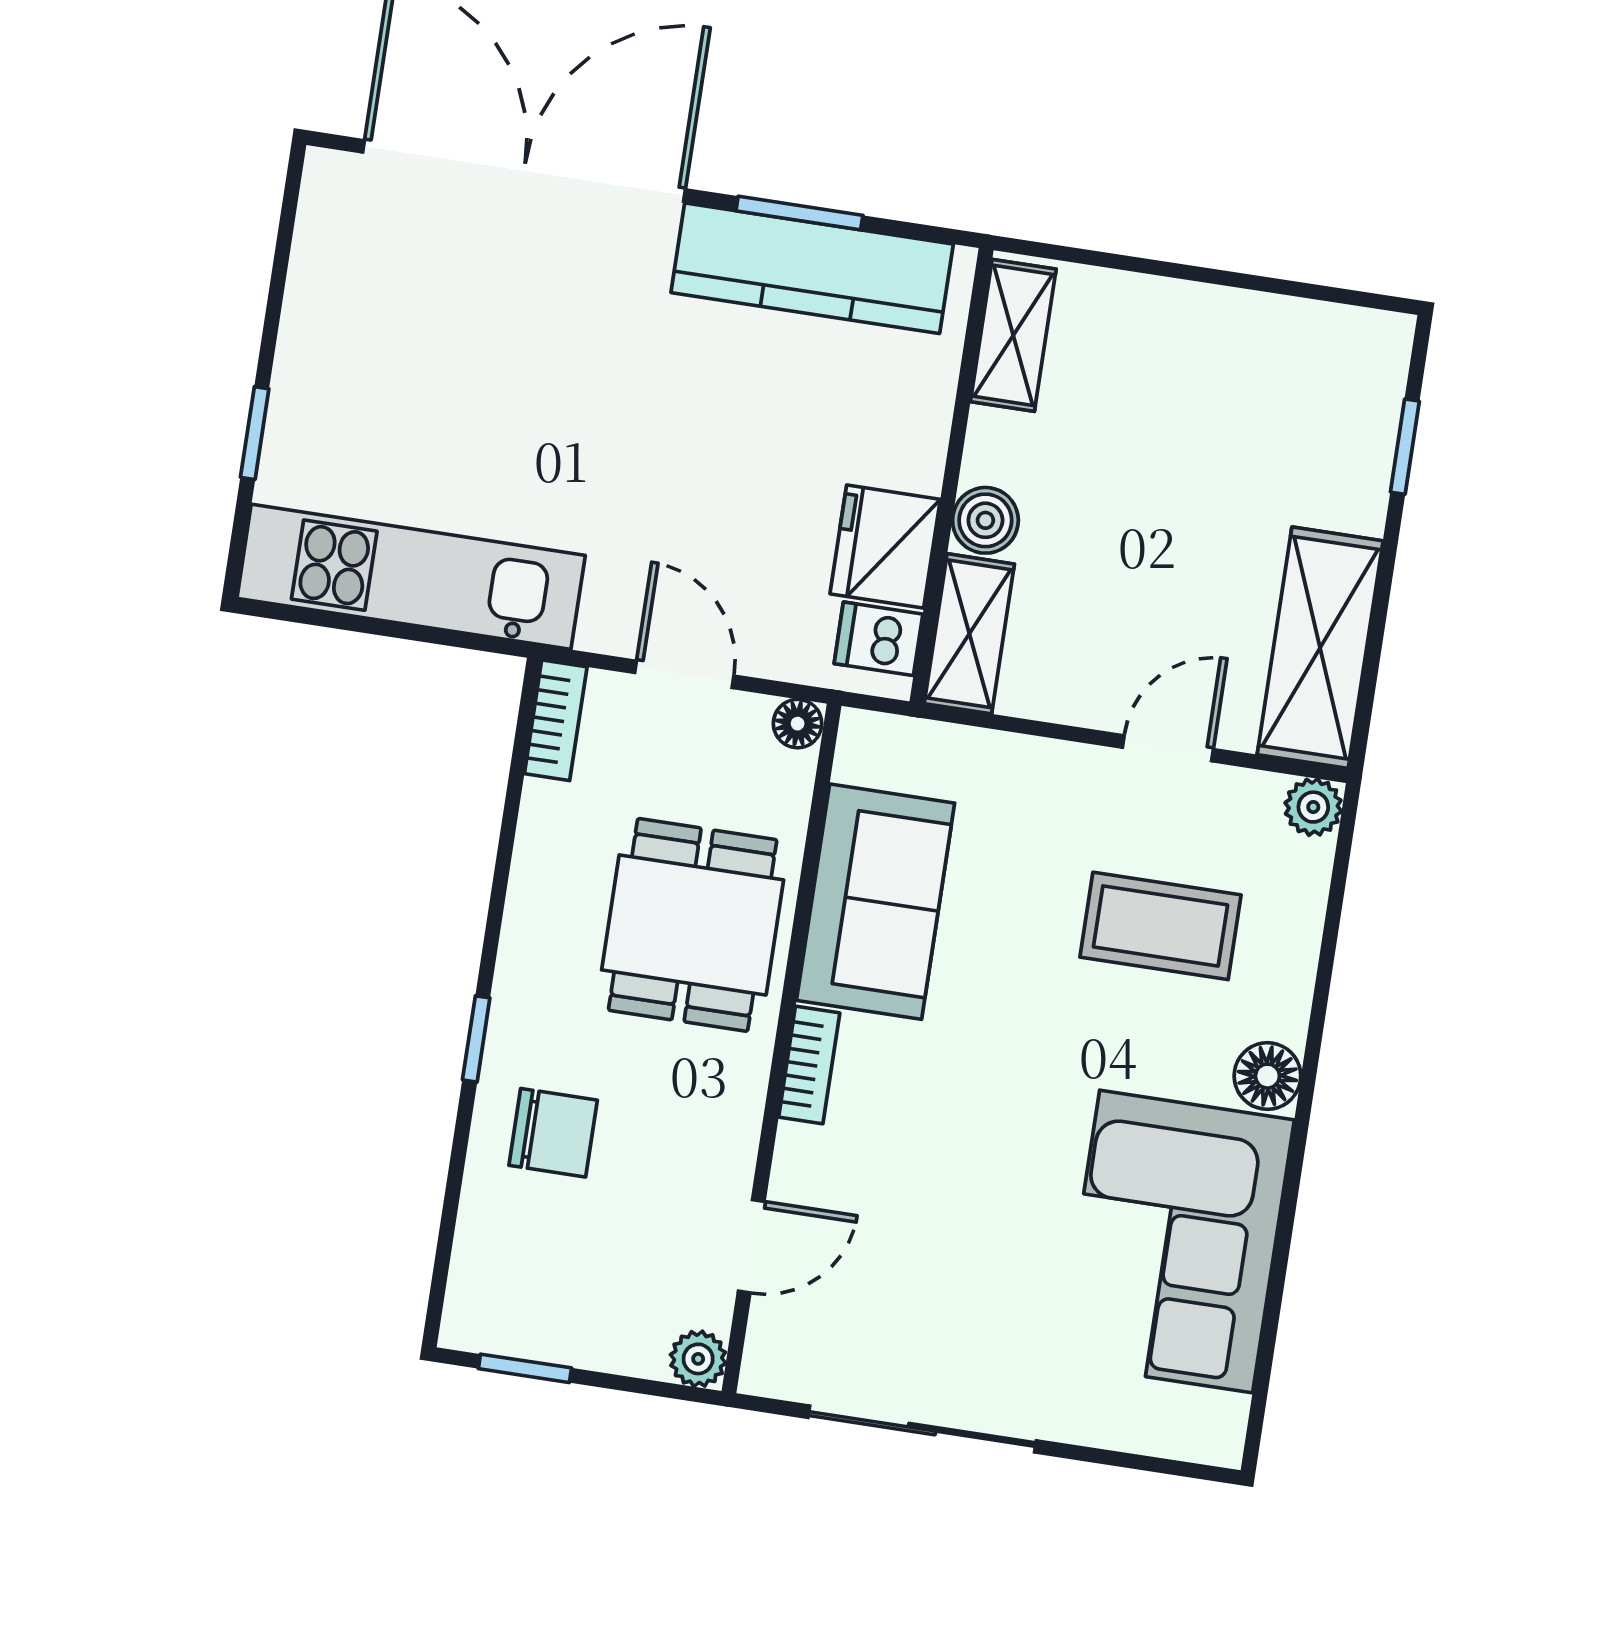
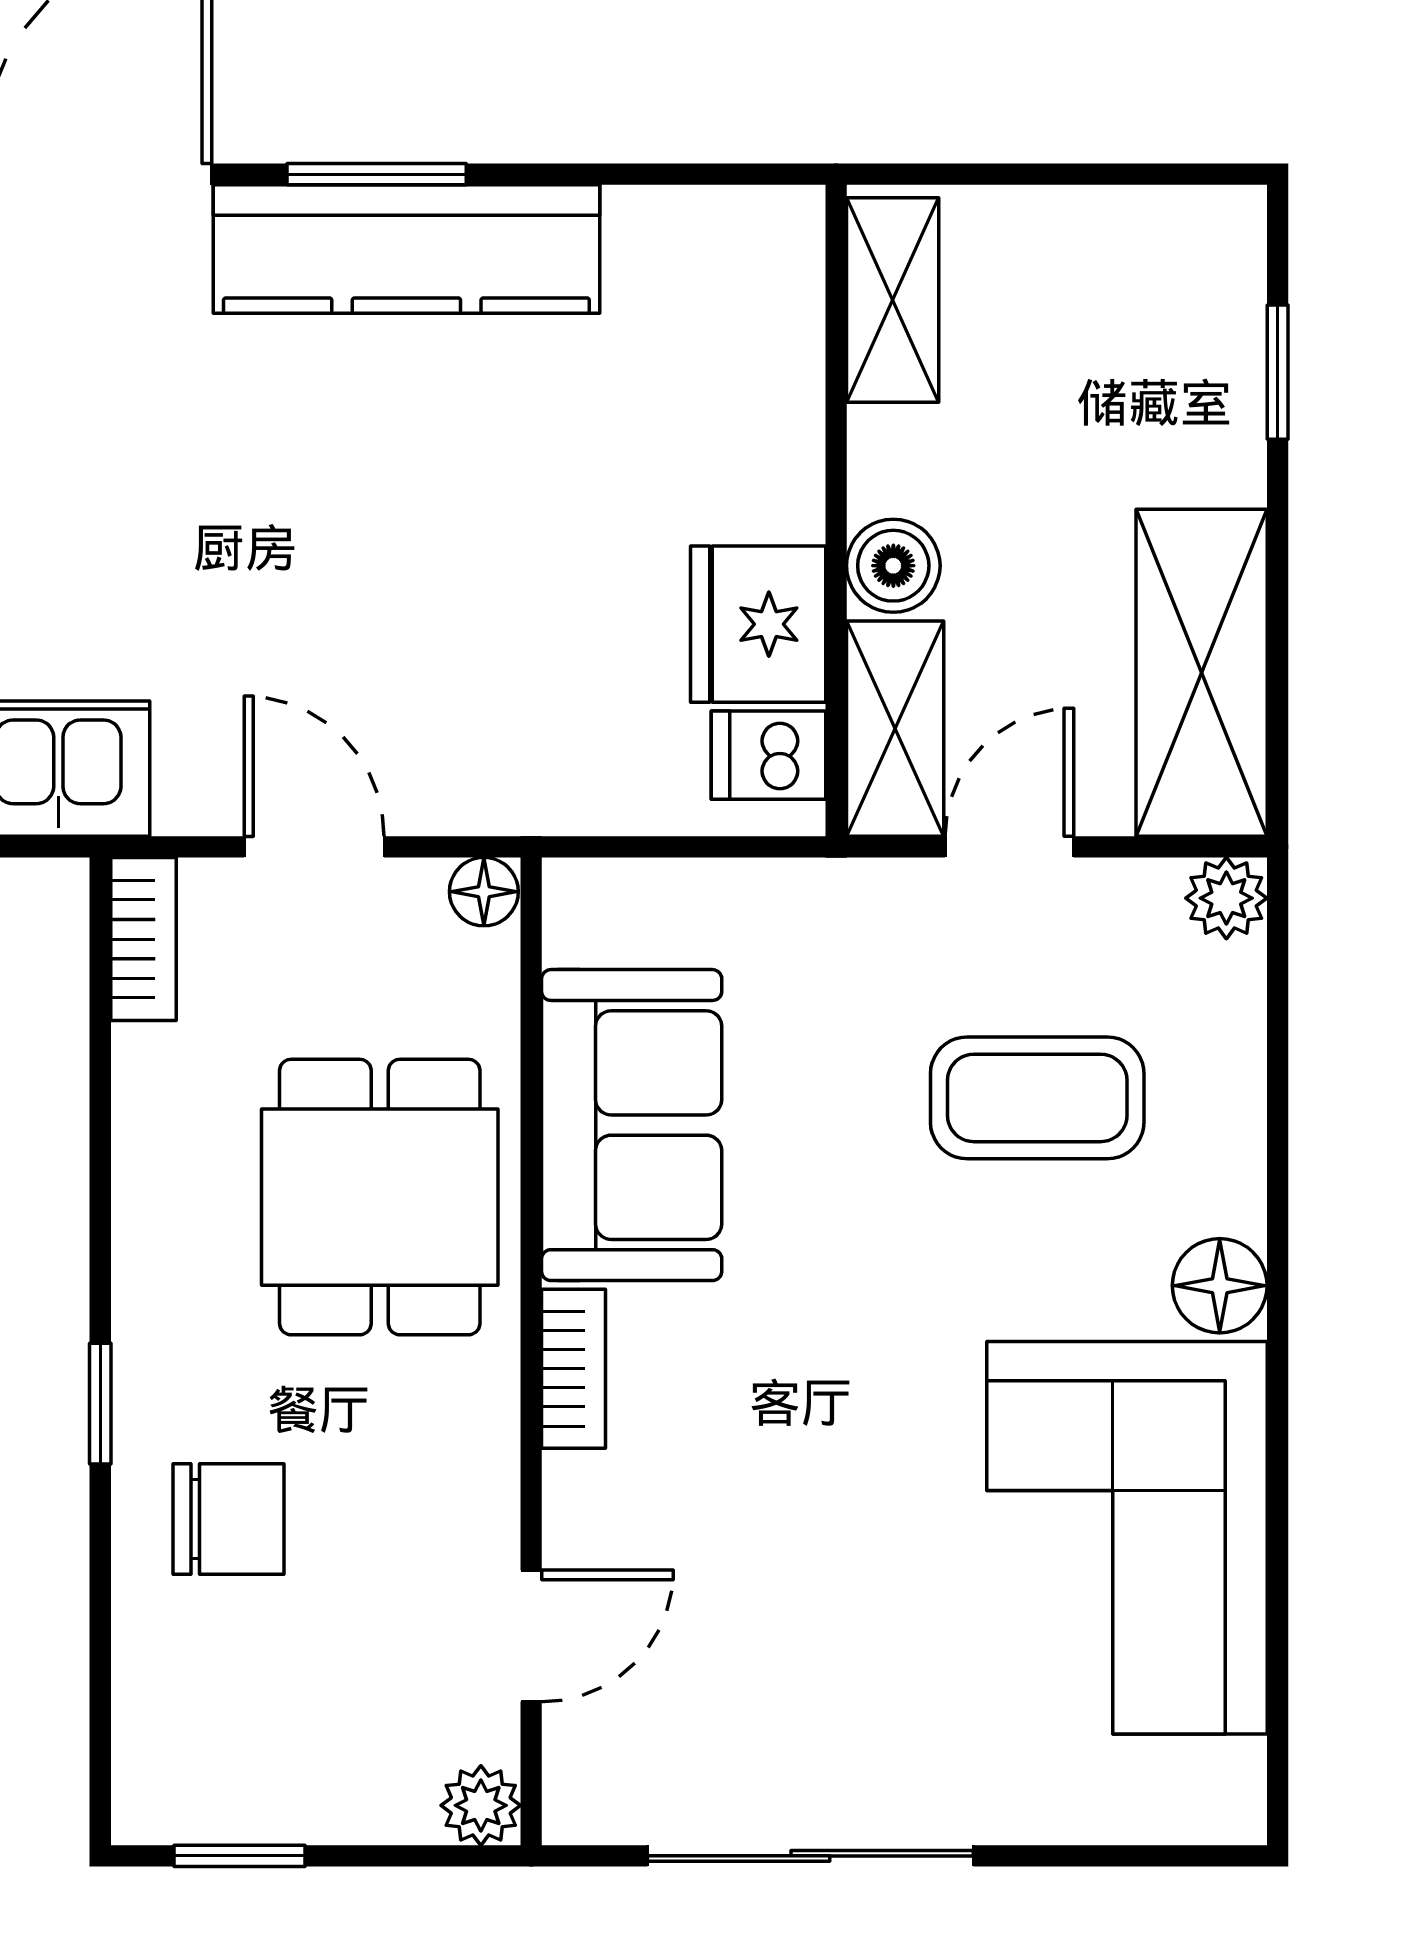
shelving: (1013, 335) -> (893, 300), moved
wall: (951, 476) -> (836, 510), moved
boiler: (985, 520) -> (893, 566), moved
fridge: (885, 547) -> (758, 624), moved
shelving: (969, 634) -> (895, 729), moved
dishwasher: (878, 639) -> (768, 755), moved

